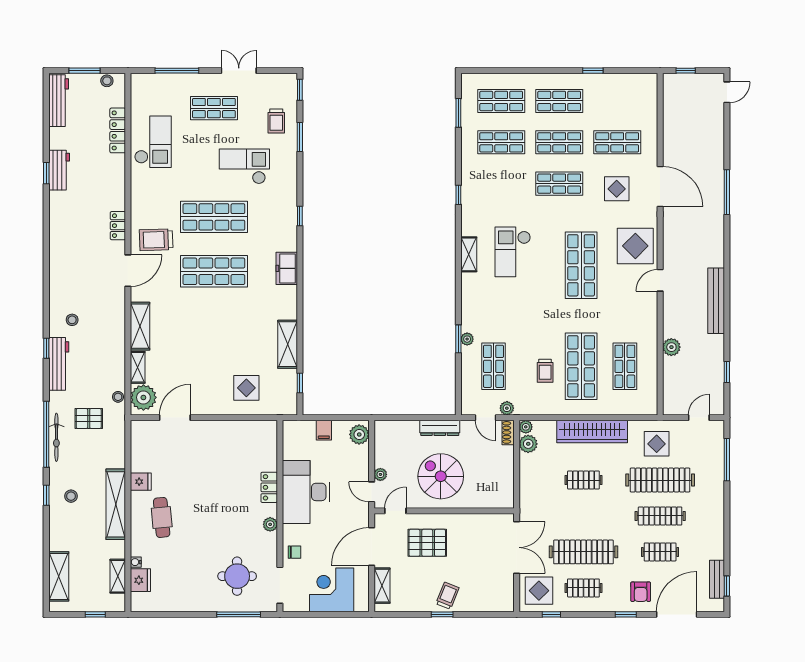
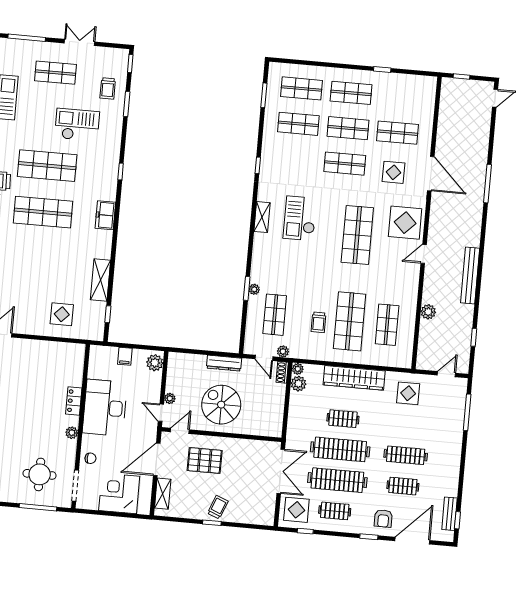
clothes rail: (660, 480) -> (340, 449), moved

